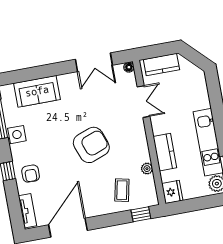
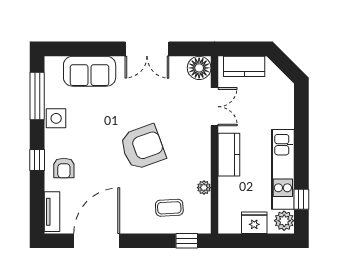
double door: (94, 62) -> (147, 49), moved
floor lamp: (129, 67) -> (199, 68), width x1.89, depth x1.89
kitchen counter: (165, 152) -> (229, 155), moved
coffee table: (122, 190) -> (169, 208), turned 75
fridge: (172, 192) -> (254, 223), moved, turned -90

